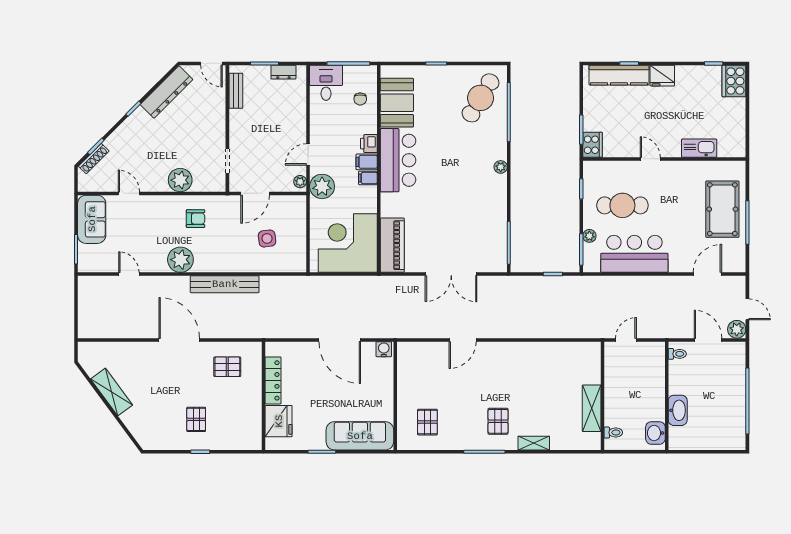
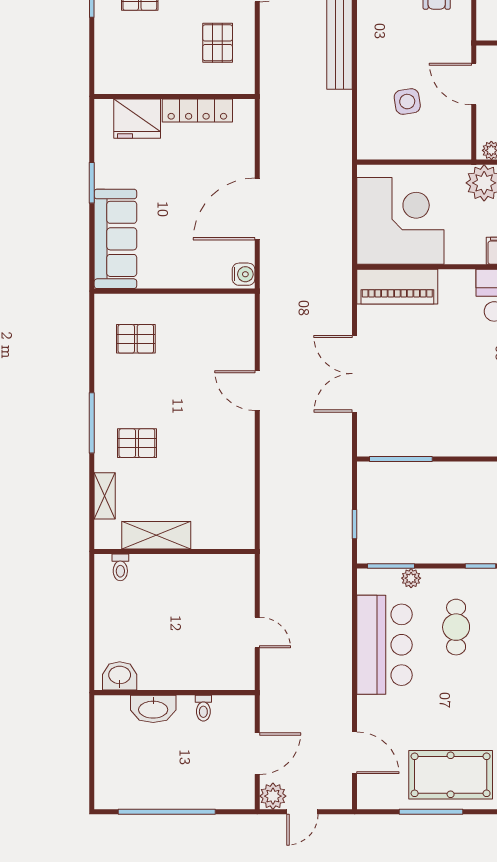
cafe table: (622, 205) -> (456, 627), width x0.73, depth x0.74
toilet: (677, 354) -> (203, 708), moved
wall: (603, 396) -> (175, 551), moved
shelving: (592, 408) -> (156, 535), moved
toilet: (613, 433) -> (120, 567), moved

